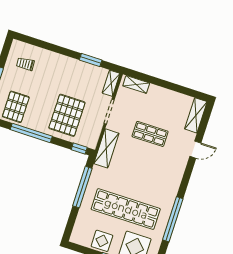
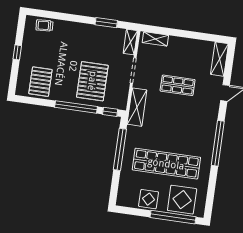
trolley: (25, 64) -> (44, 25), moved
window: (31, 133) -> (76, 107), moved
window: (173, 219) -> (218, 143), moved

